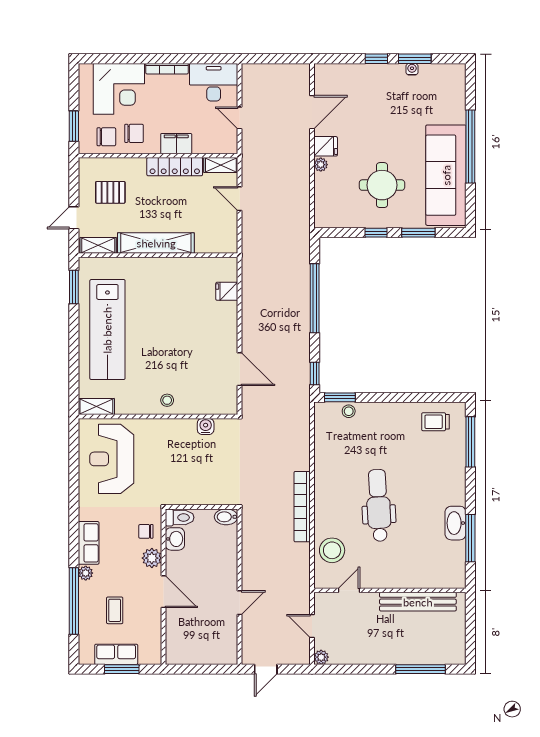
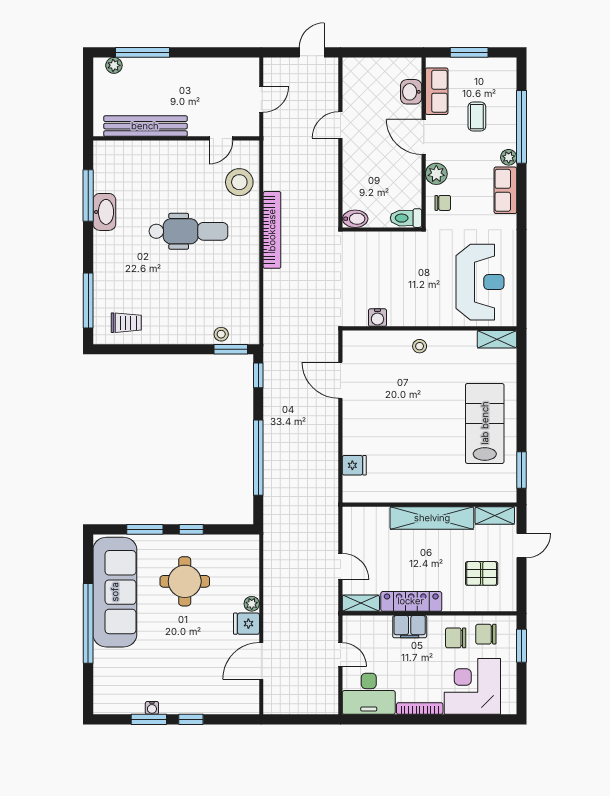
lab bench: (107, 330) -> (485, 423), width x0.73
dental chair: (379, 505) -> (188, 231), turned -87
washbasin: (175, 539) -> (411, 92), moved
door: (312, 626) -> (261, 99), hinge flipped
row of seats: (116, 654) -> (437, 91), moved, turned -90
plant: (321, 657) -> (114, 65), moved

